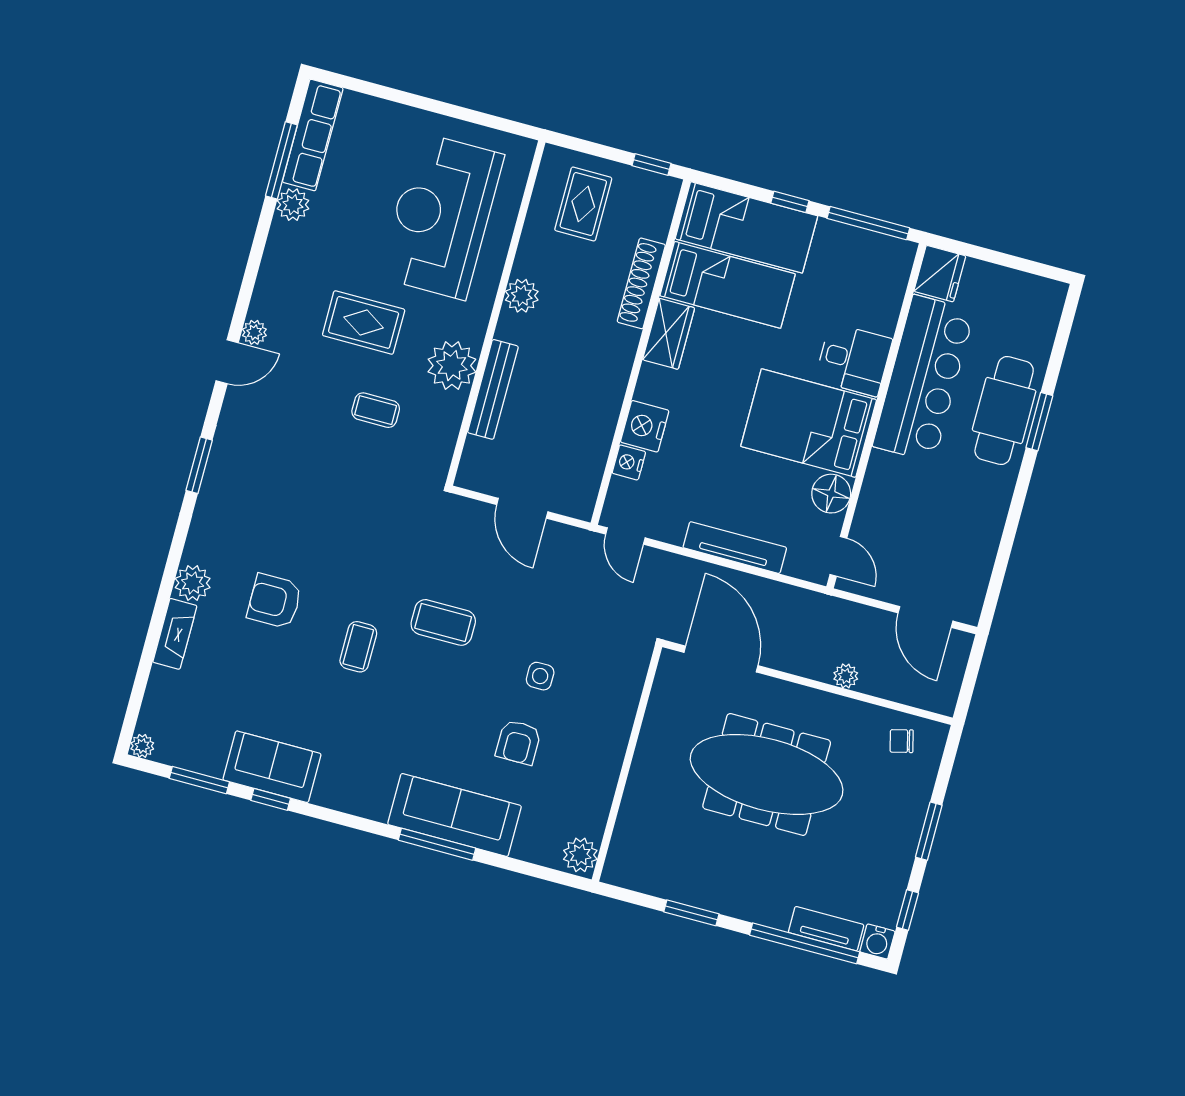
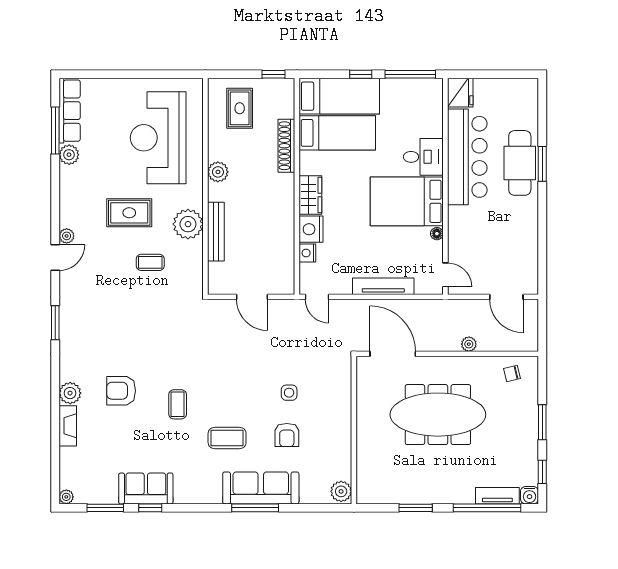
wardrobe: (669, 334) -> (310, 195), moved
floor lamp: (831, 494) -> (437, 234), width x0.53, depth x0.53
coffee table: (443, 622) -> (227, 438), moved

